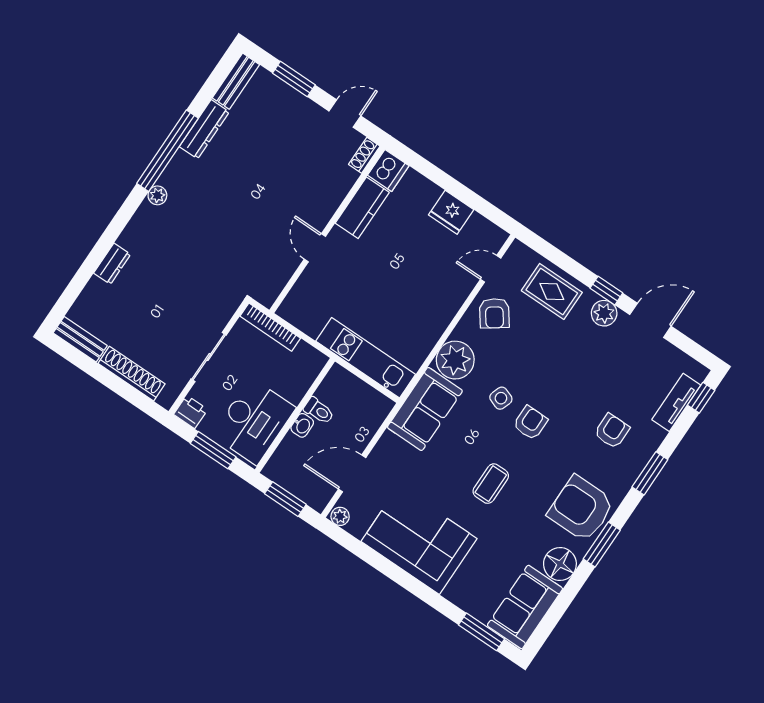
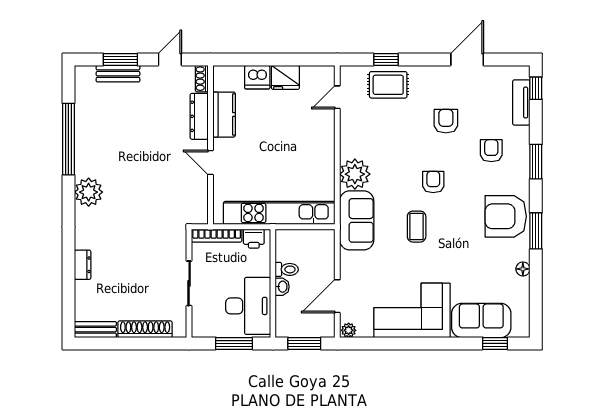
bench: (236, 81) -> (118, 74), moved, turned 90
dresser: (204, 129) -> (199, 116), moved, turned 180
window: (168, 151) -> (68, 139), moved
dishwasher: (388, 170) -> (257, 77), moved, turned 90
plant: (157, 195) -> (89, 192), width x1.88, depth x1.88
window: (606, 291) -> (386, 59), moved
armchair: (494, 313) -> (446, 121), moved, turned -144
plant: (604, 313) -> (433, 76), removed
kitchen unit: (366, 358) -> (279, 213), width x1.36
side table: (501, 398) -> (402, 179), removed
printer: (191, 412) -> (254, 239), moved, turned 180
coffee table: (491, 484) -> (417, 227), moved
floor lamp: (560, 564) -> (523, 269), width x0.53, depth x0.53
sofa: (525, 607) -> (481, 320), moved, turned 90
window: (481, 632) -> (495, 343), width x0.67

